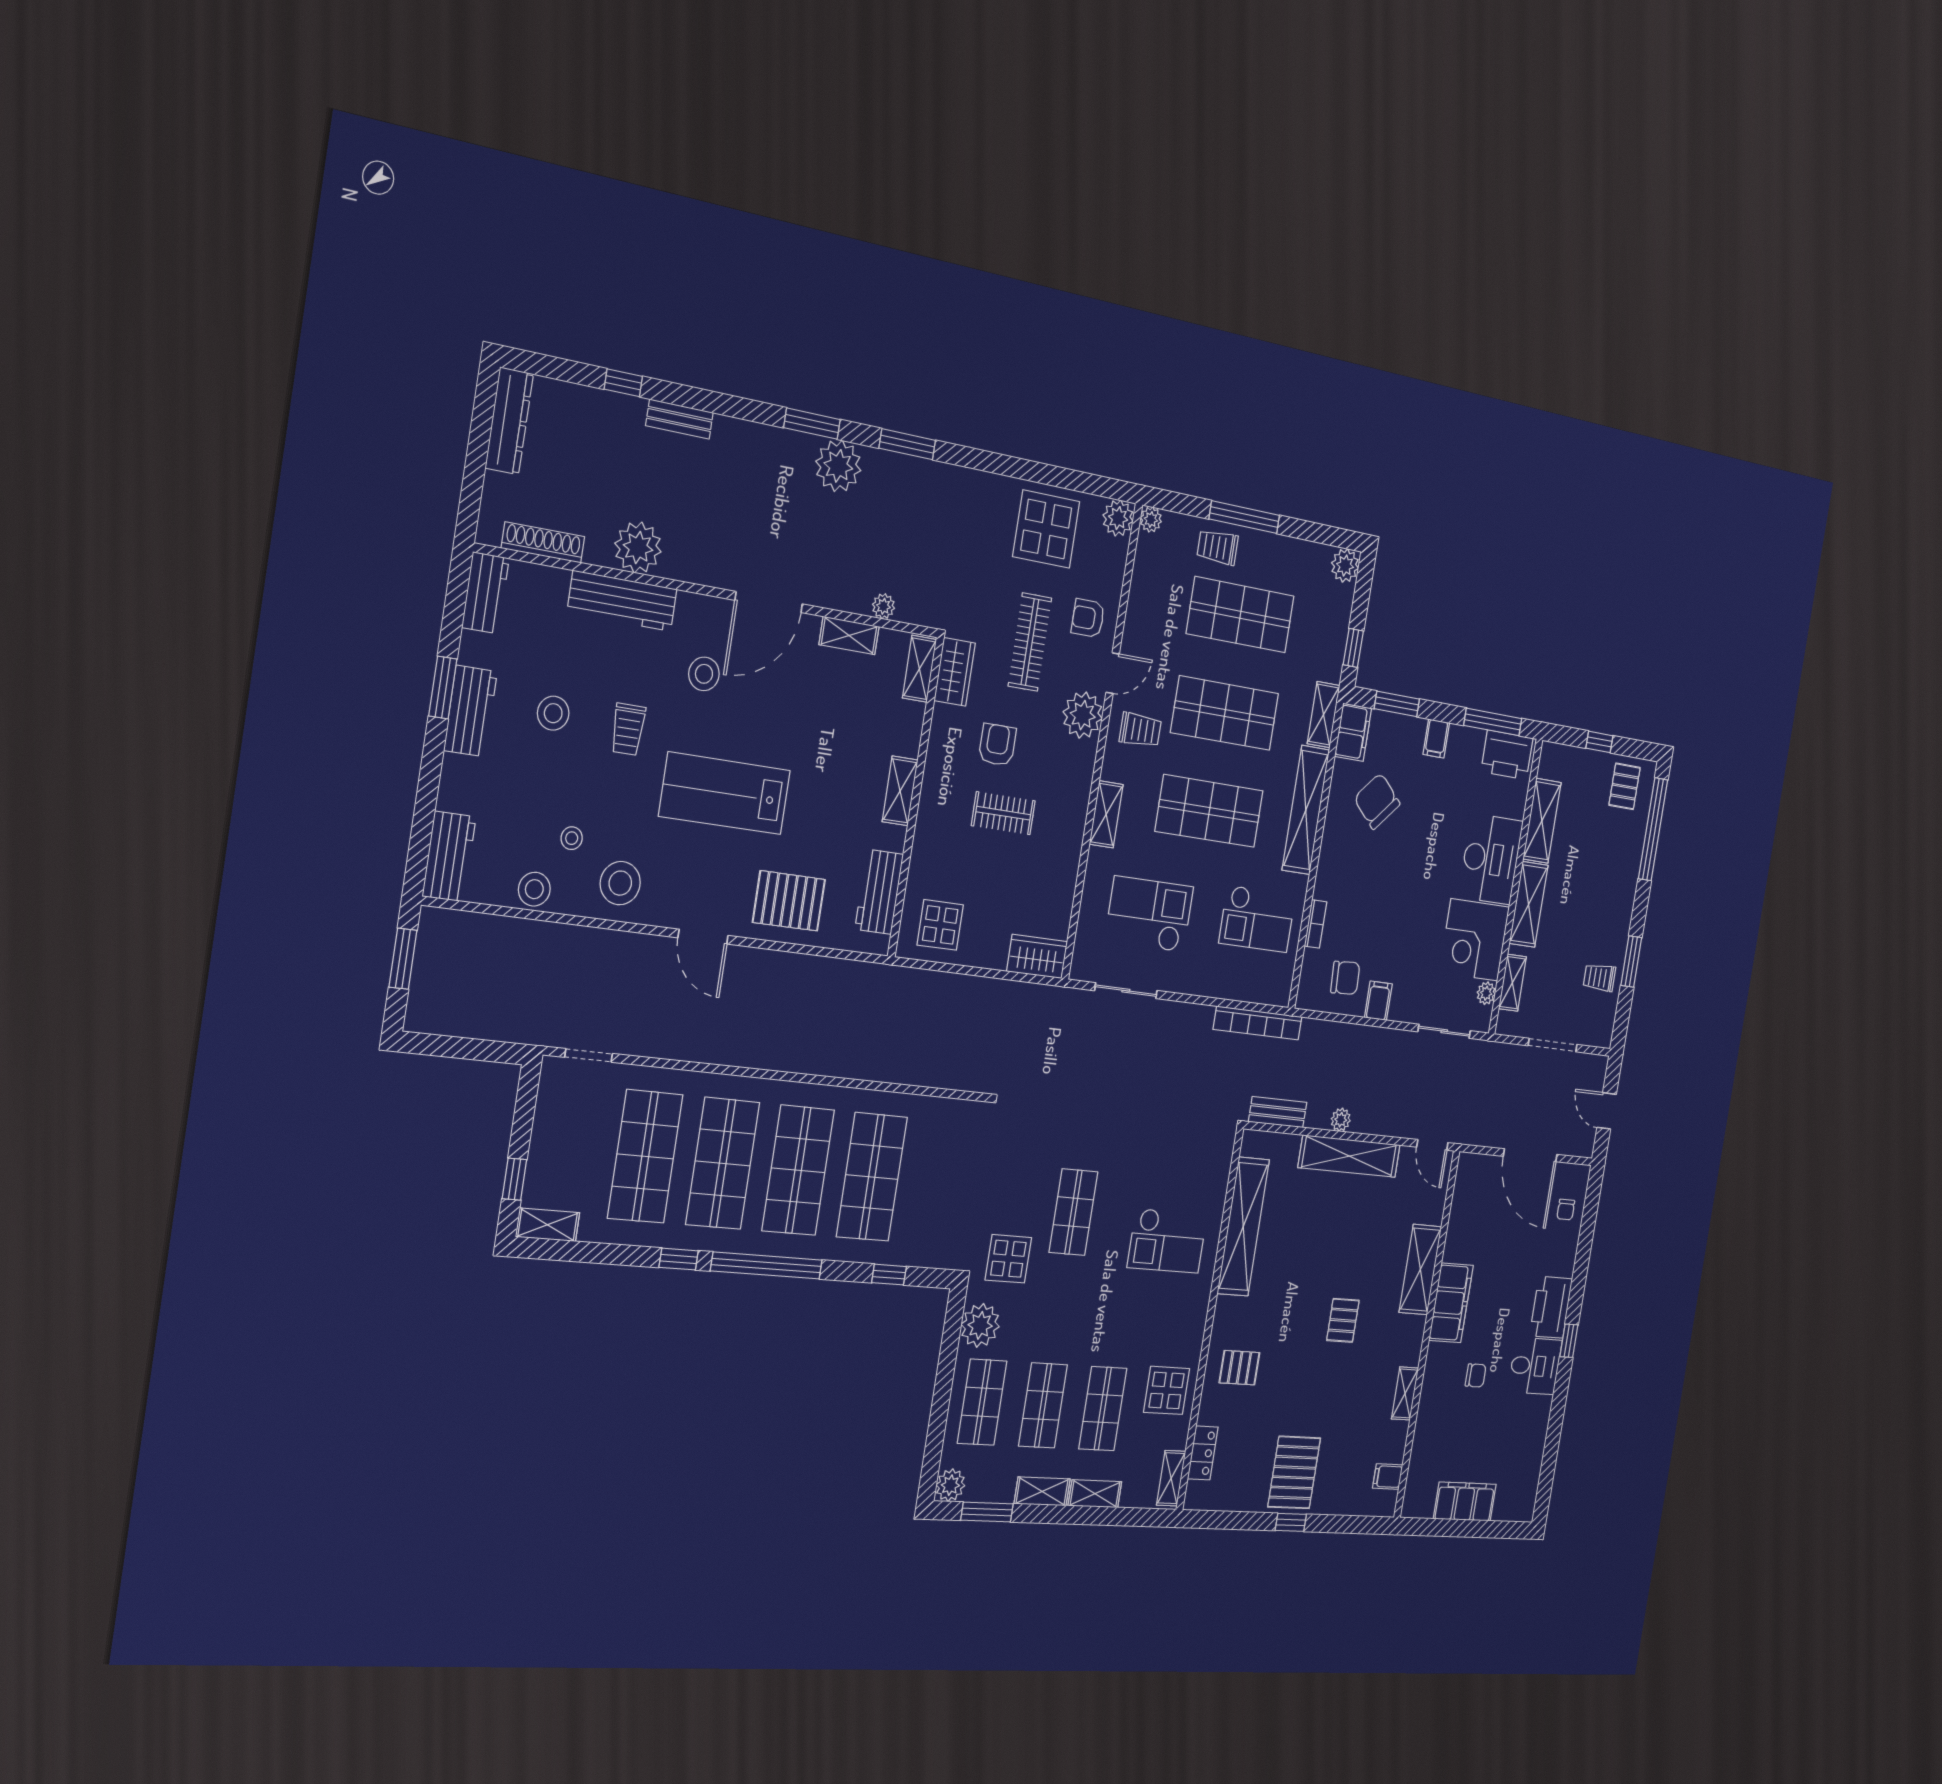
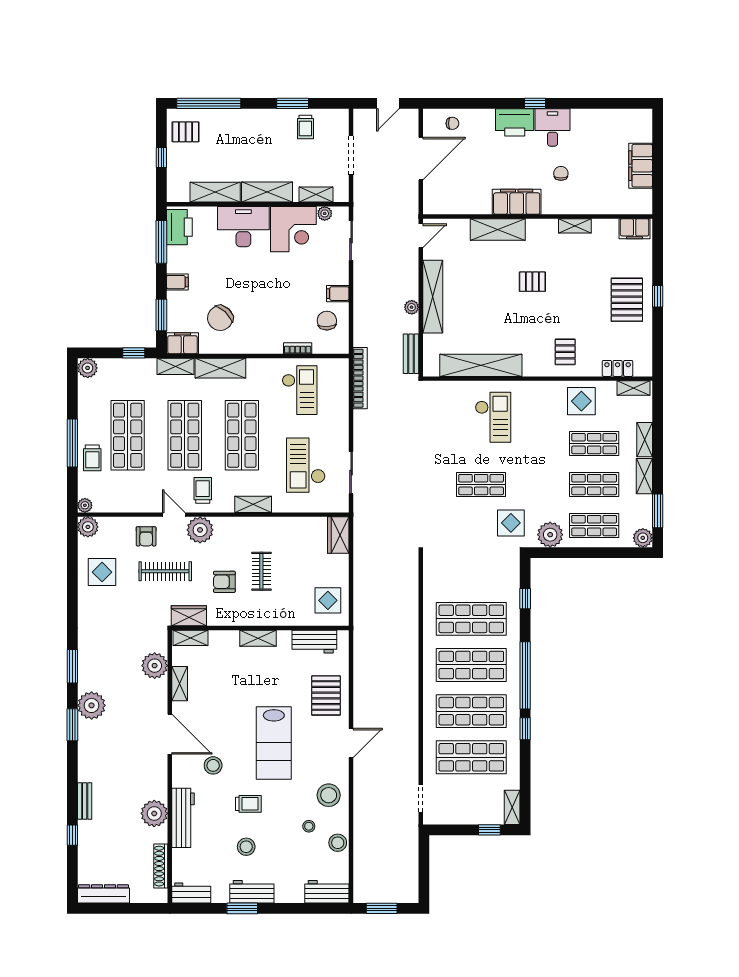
display table: (1046, 529) -> (102, 572), width x0.73, depth x0.73
plant: (883, 606) -> (155, 666), width x1.88, depth x1.88
shelving: (1306, 810) -> (220, 368), width x0.68
pallet: (1294, 1472) -> (627, 300), turned 90
filing cabinet: (1388, 1477) -> (635, 229), width x2.00

